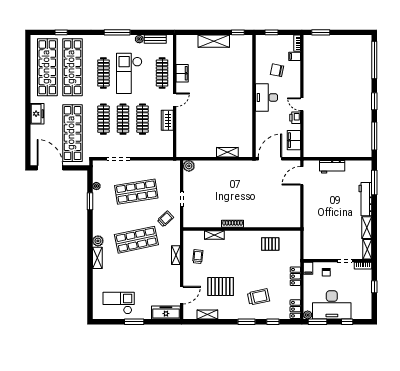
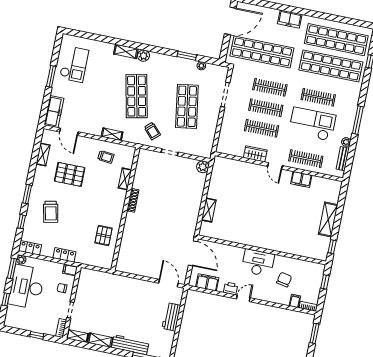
pallet: (221, 287) -> (70, 174), turned 90

